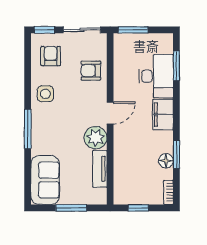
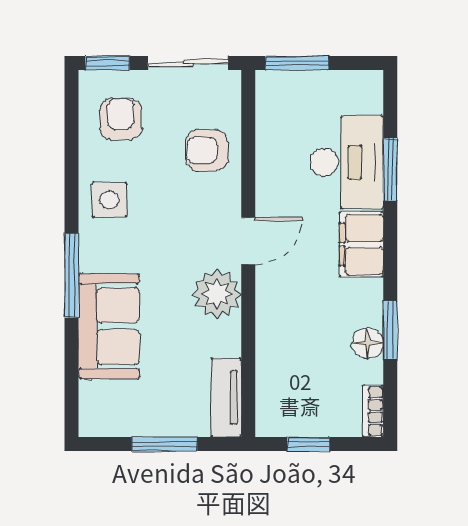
window: (176, 66) -> (390, 169), moved
tv unit: (100, 169) -> (226, 398), moved
sofa: (45, 180) -> (109, 326), moved

